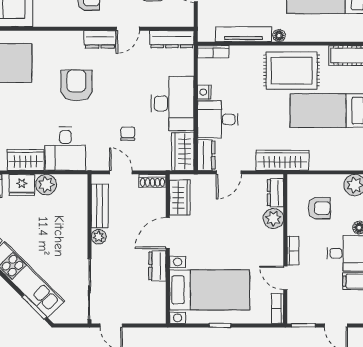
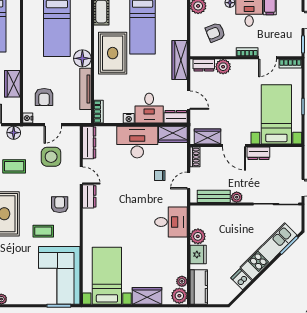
floor lamp: (279, 36) -> (82, 58), width x1.89, depth x1.89
armchair: (76, 85) -> (124, 214), removed
wardrobe: (26, 160) -> (179, 252), removed
armchair: (319, 208) -> (215, 32), turned -112

